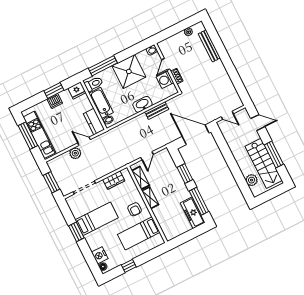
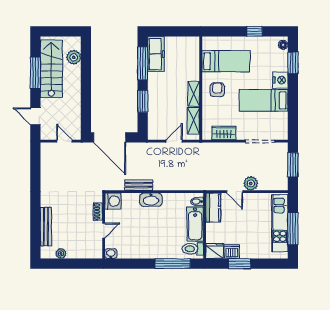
shower: (129, 71) -> (148, 243), removed
washing machine: (165, 80) -> (113, 201), moved
dishwasher: (55, 101) -> (232, 252), moved
window: (76, 232) -> (293, 63), moved
nightstand: (100, 255) -> (280, 80), moved

